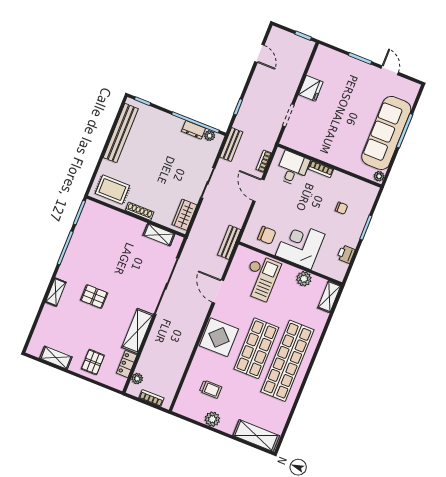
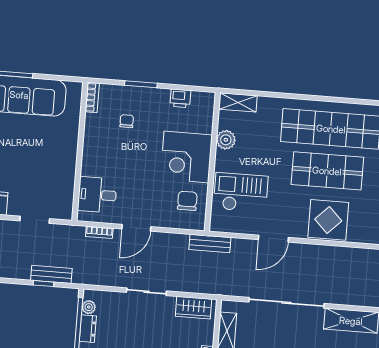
bench: (231, 145) -> (51, 274), moved
bookcase: (321, 169) -> (92, 97), moved
plant: (379, 176) -> (74, 88), removed

